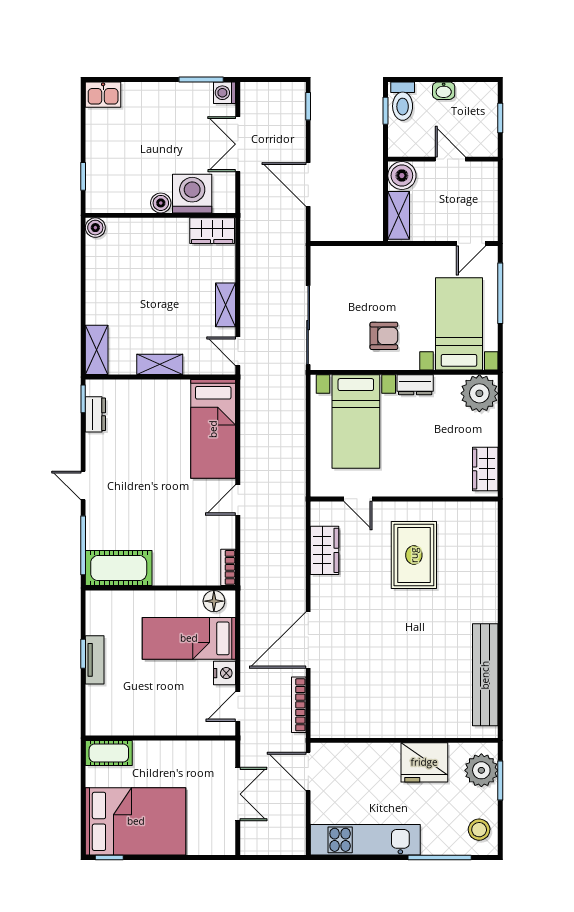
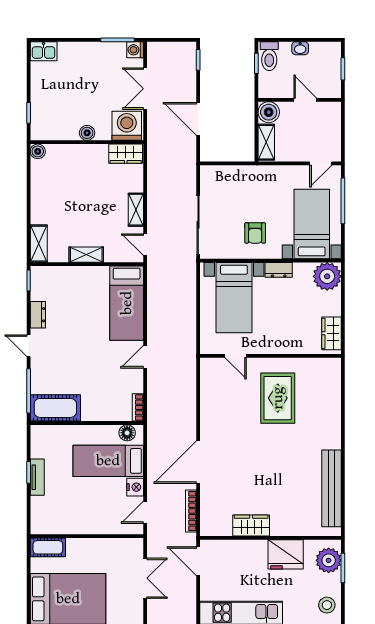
washing machine: (192, 194) -> (127, 126), moved
armchair: (384, 336) -> (255, 233), turned 90
dresser: (95, 414) -> (38, 315), moved
wardrobe: (325, 550) -> (251, 525), moved, turned -90

